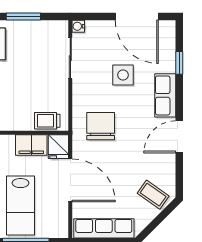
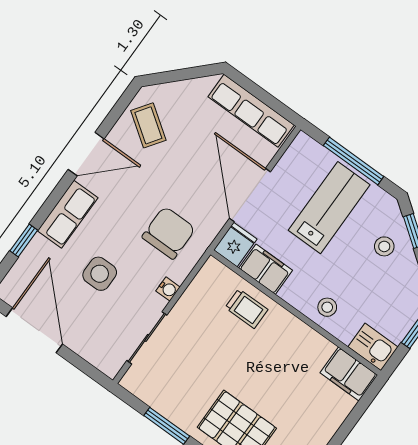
water cooler: (78, 26) -> (168, 289), moved
trolley: (47, 121) -> (246, 309), moved
chair: (101, 126) -> (169, 233), turned 180
coffee table: (153, 195) -> (148, 125), moved

